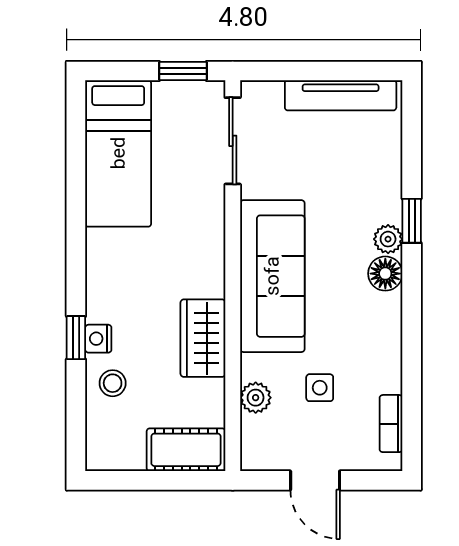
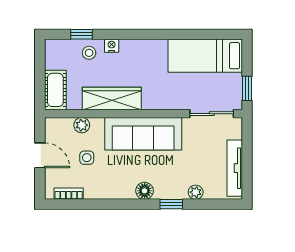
plant: (388, 239) -> (196, 192), moved
window: (76, 338) -> (81, 34), moved
wardrobe: (203, 338) -> (112, 99), width x1.50
door: (315, 480) -> (40, 155), swing flipped

